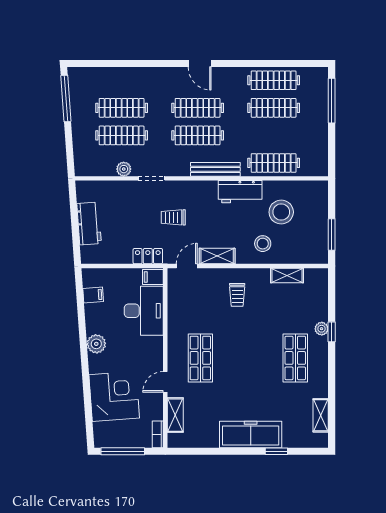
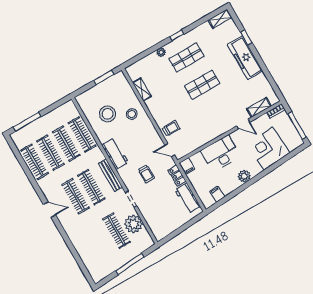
door: (200, 64) -> (49, 210), hinge flipped
window: (66, 98) -> (130, 264), moved
clothes rail: (122, 108) -> (66, 144), moved
plant: (124, 169) -> (133, 224), width x1.87, depth x1.87
bench: (215, 169) -> (110, 175), moved
workbench: (240, 192) -> (115, 154), moved
workbench: (89, 224) -> (188, 198), moved, turned -86
shelving: (217, 256) -> (154, 136), removed
trolley: (237, 295) -> (171, 128), moved
desk: (144, 311) -> (221, 154), moved
window: (332, 332) -> (177, 35), moved
shop shelf: (200, 358) -> (202, 85), moved
shelving: (321, 415) -> (220, 19), moved

